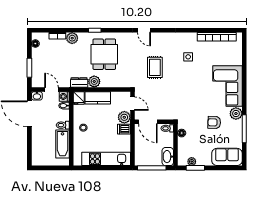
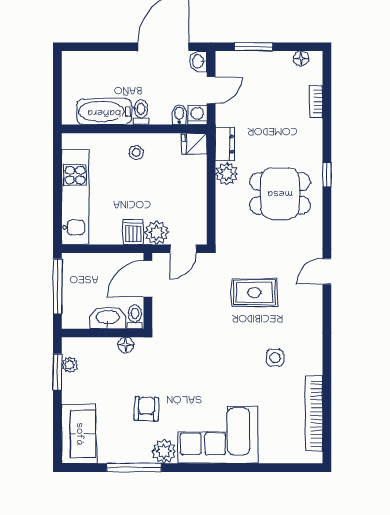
plant: (72, 38) -> (311, 131), removed
kitchen counter: (98, 98) -> (194, 181), removed
washbasin: (168, 157) -> (108, 318), moved

